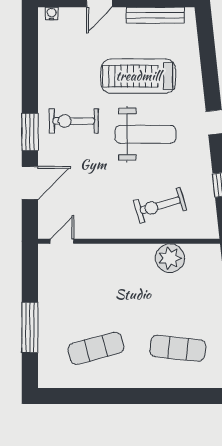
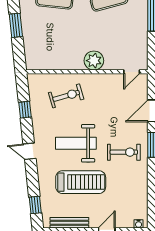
window: (206, 42) -> (35, 205), added
plant: (170, 258) -> (94, 61), moved

